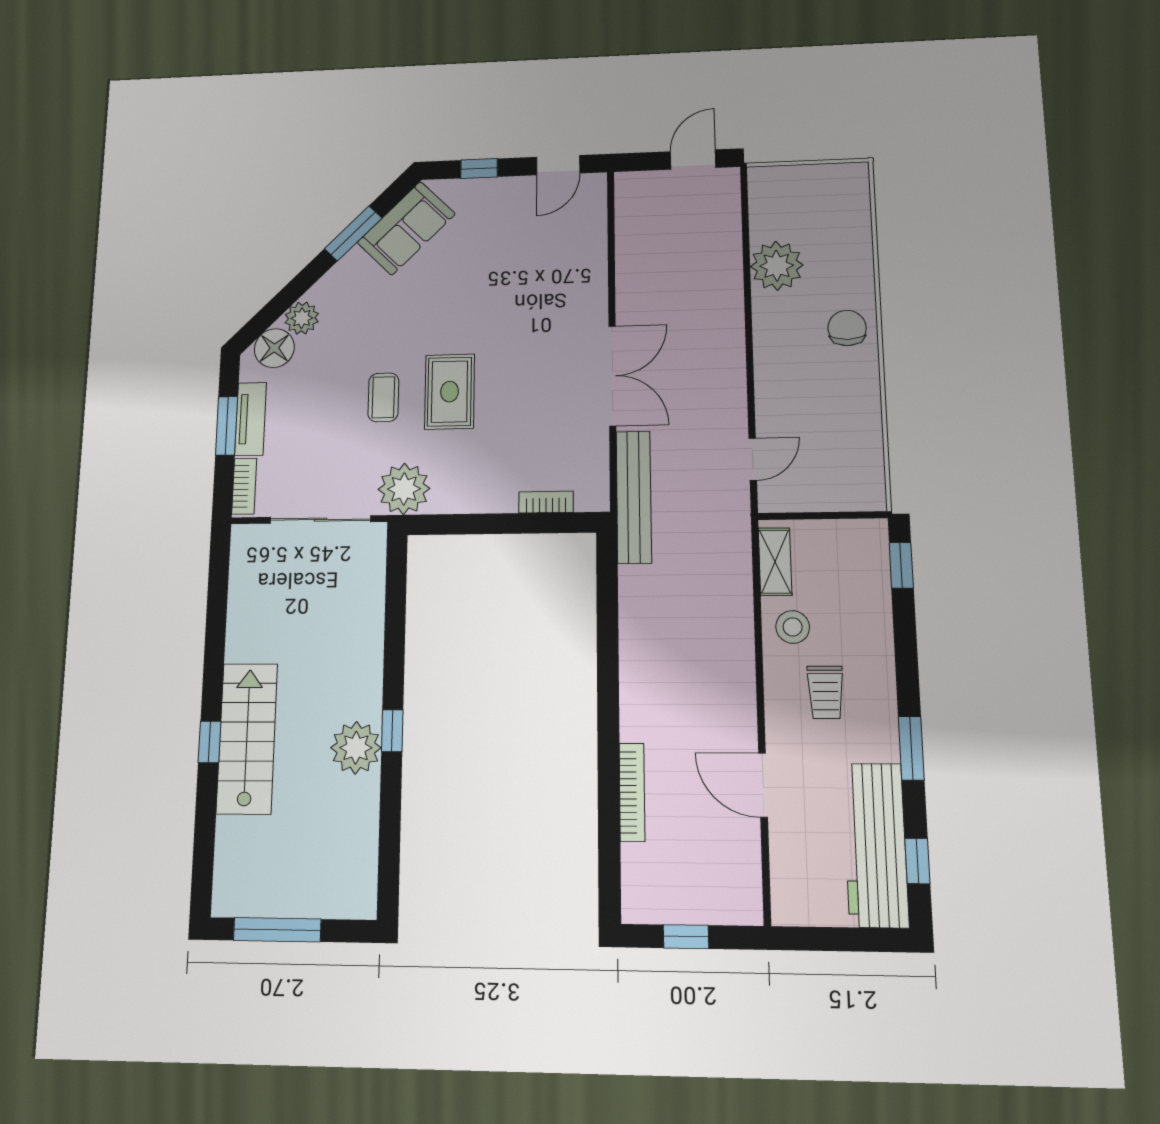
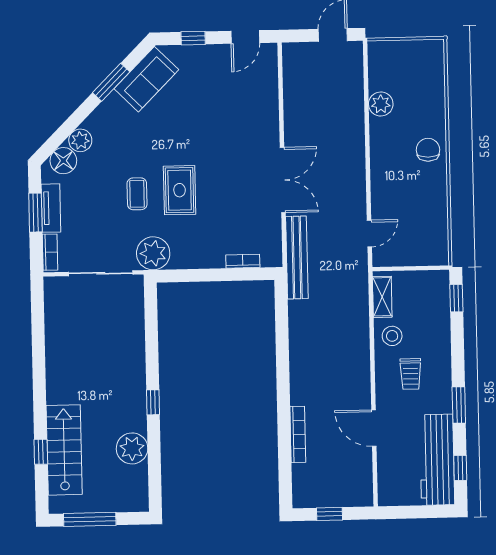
plant: (777, 266) -> (381, 104), width x0.73, depth x0.73
stairs: (247, 738) -> (64, 450), moved
window: (210, 742) -> (41, 452), moved
plant: (356, 748) -> (132, 448), moved

